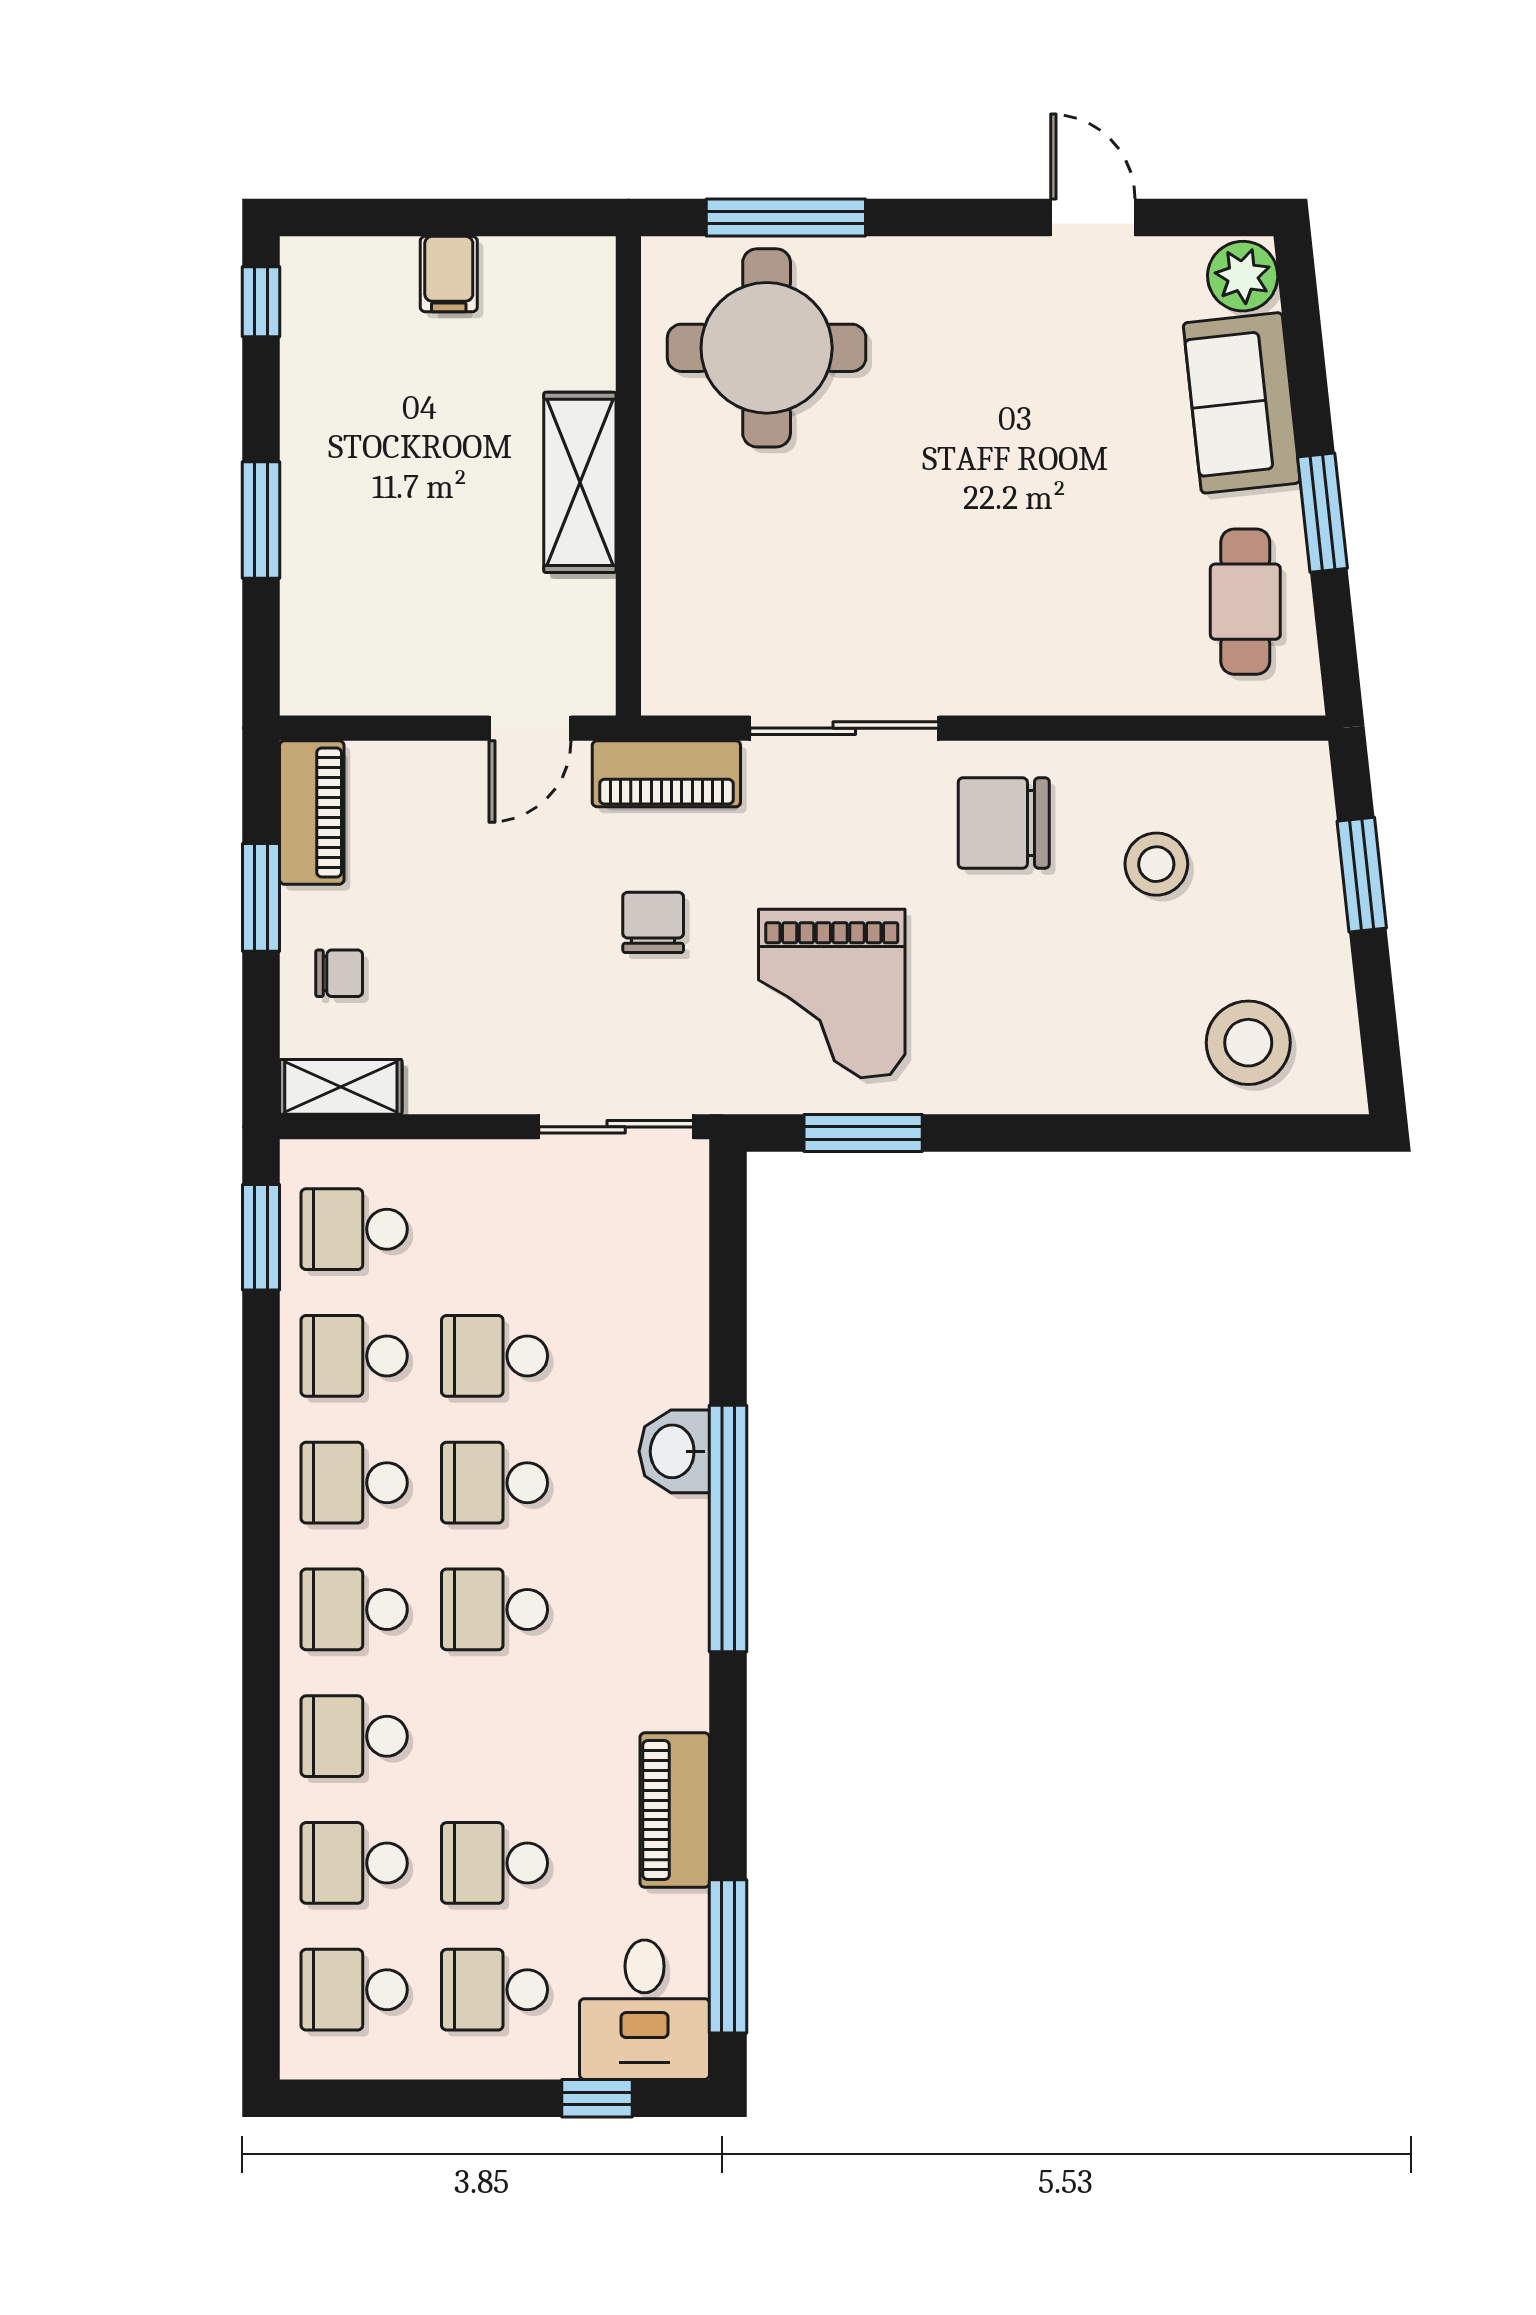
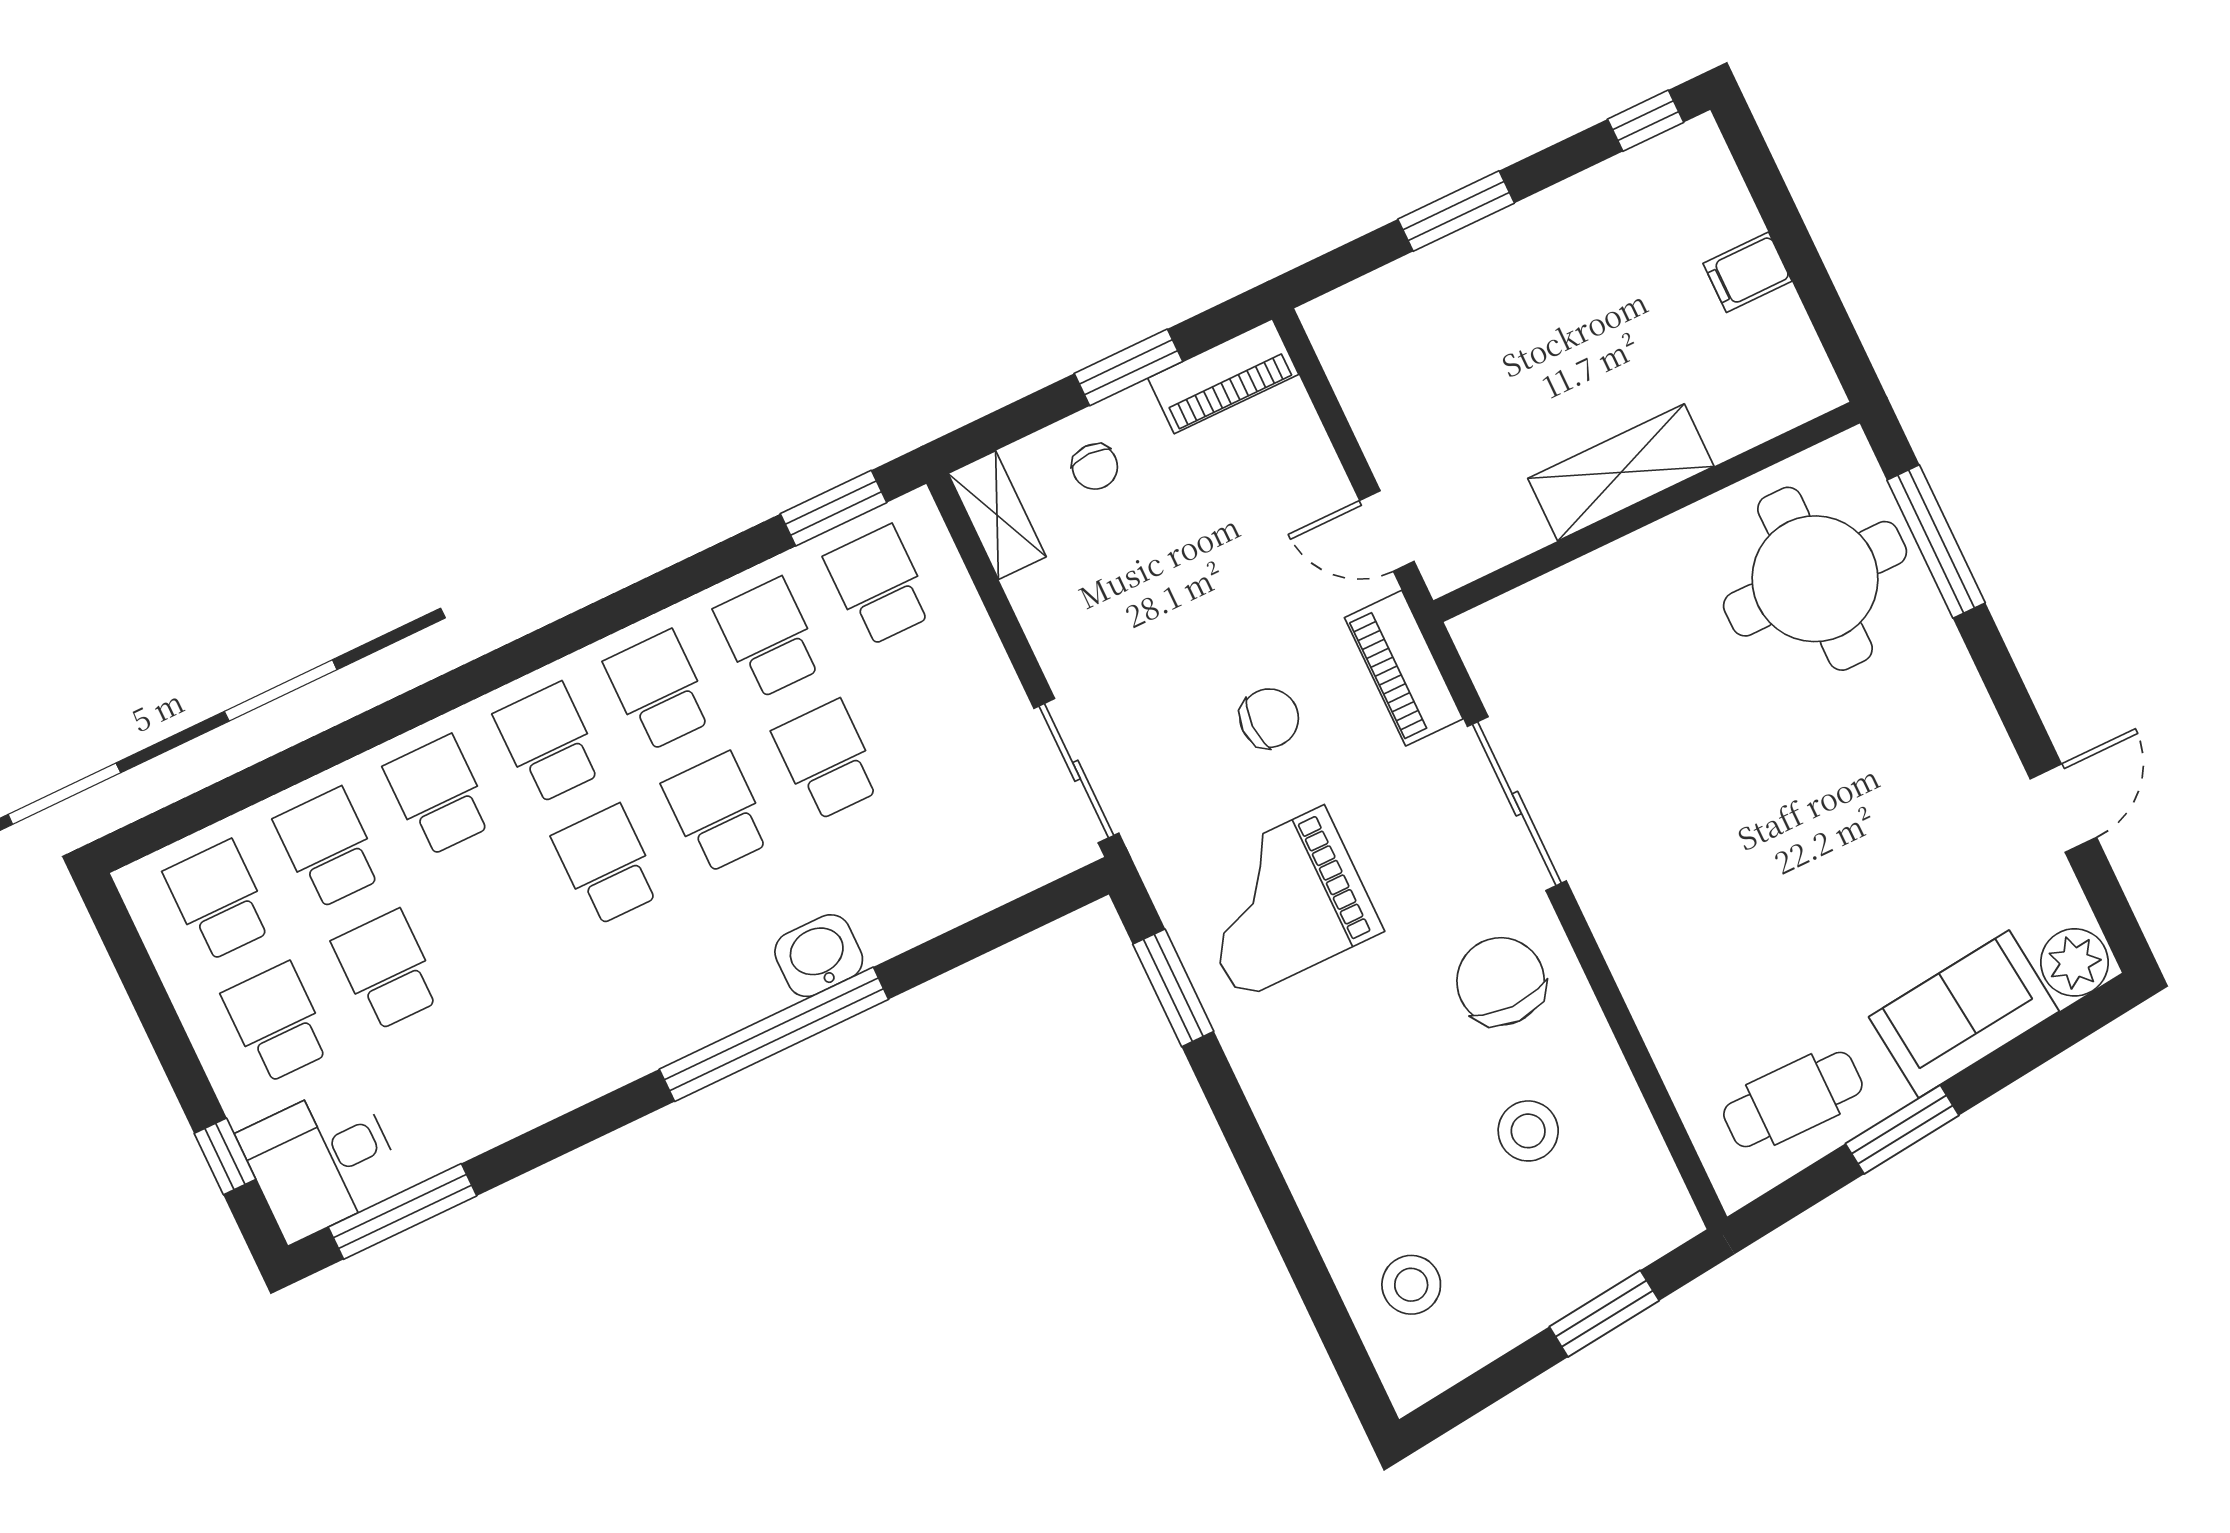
stool: (1248, 1043) -> (1411, 1285), width x0.73, depth x0.73
piano: (675, 1810) -> (507, 1105), removed

